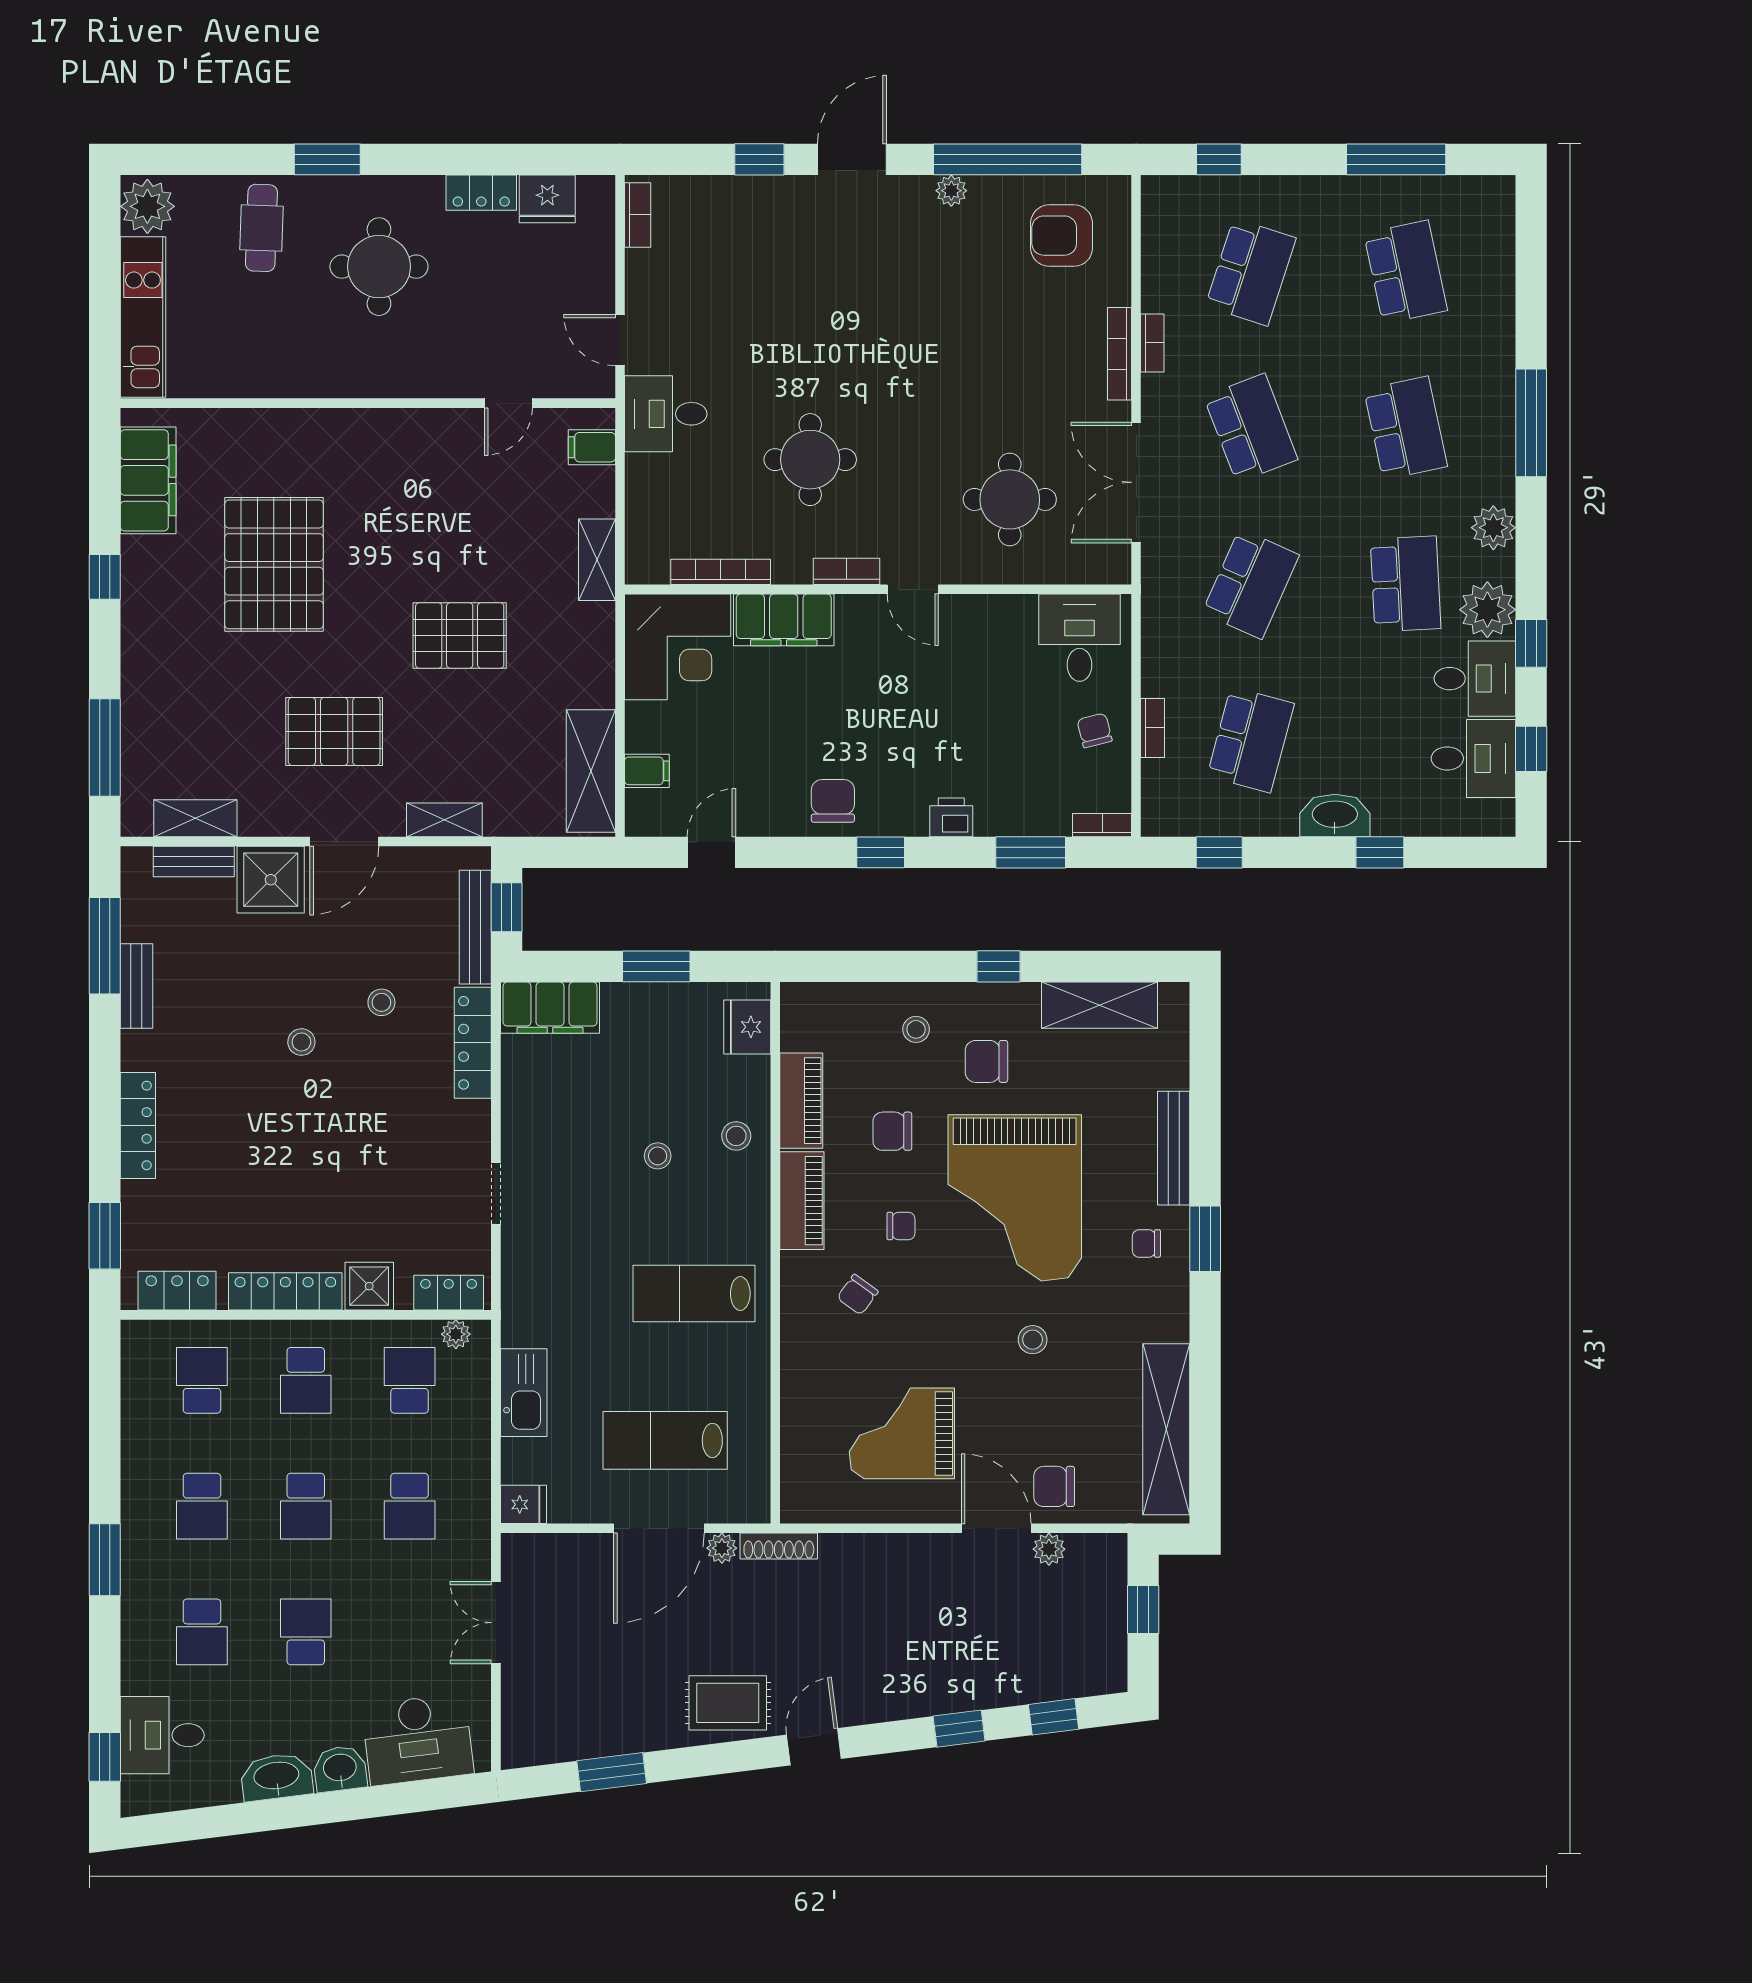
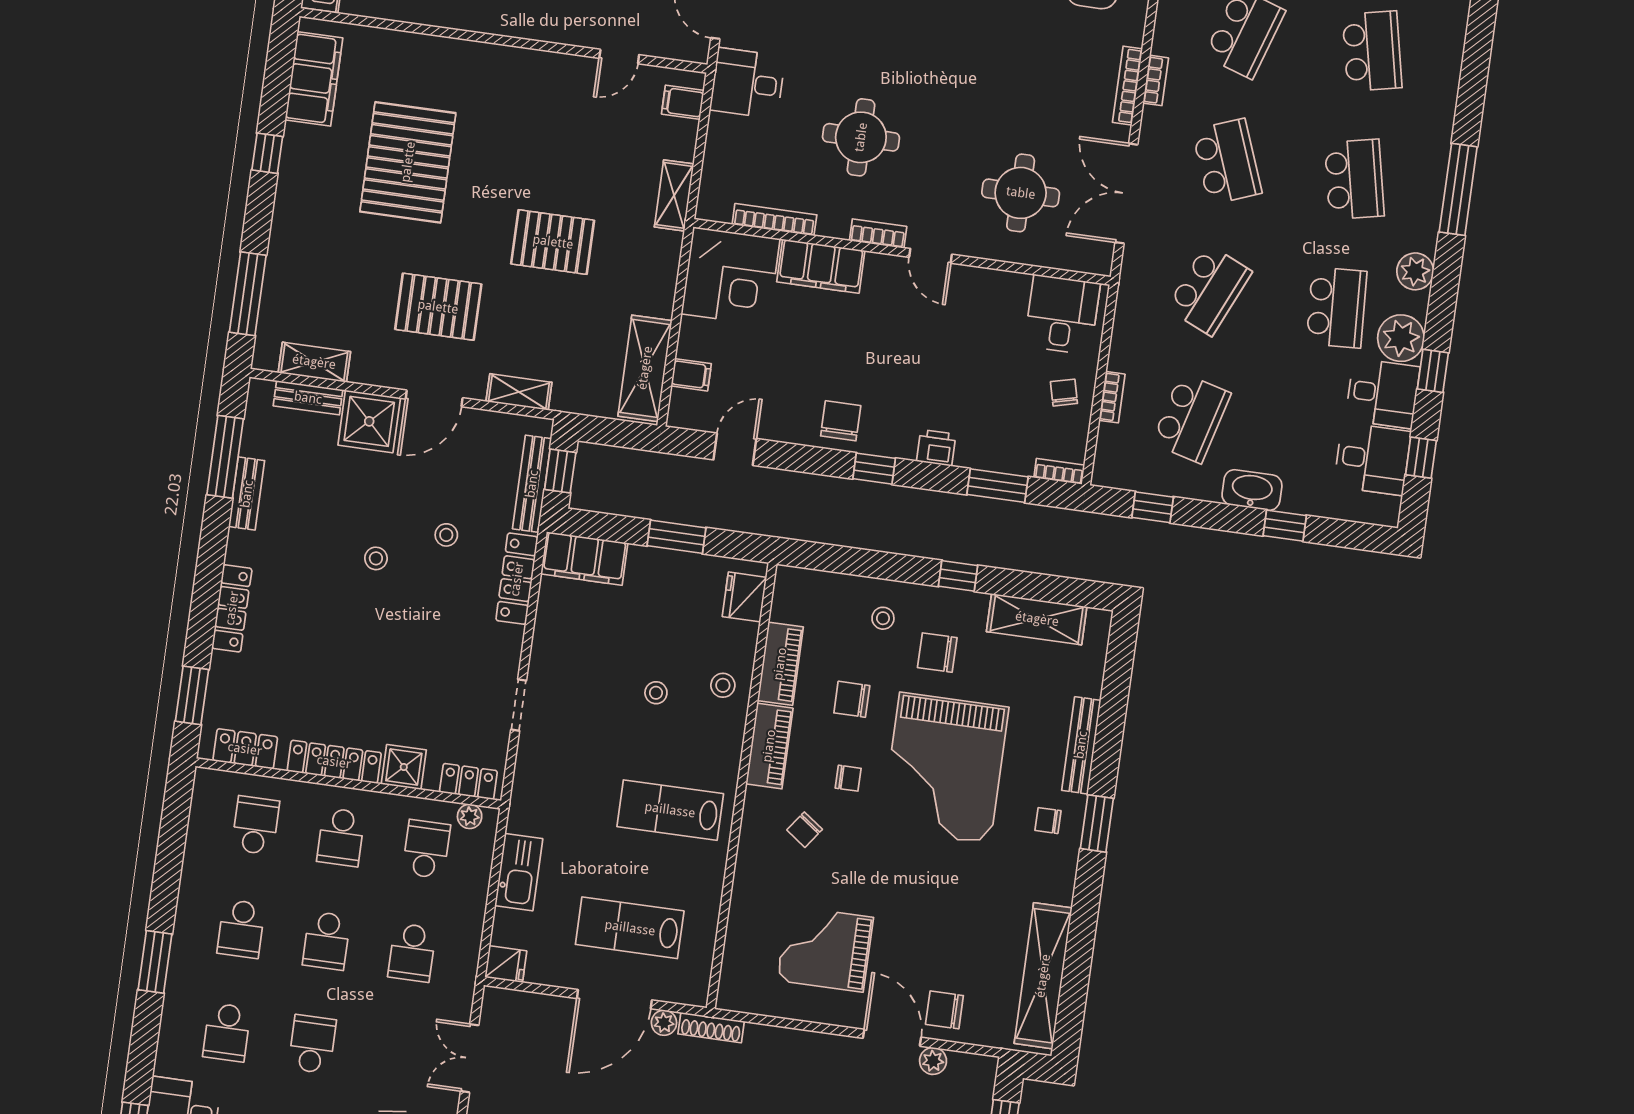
stool: (1033, 1340) -> (943, 887), removed

